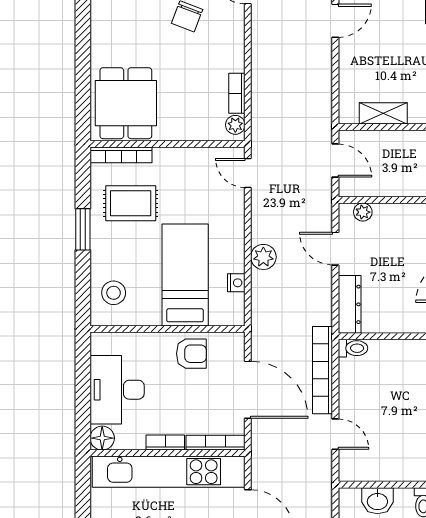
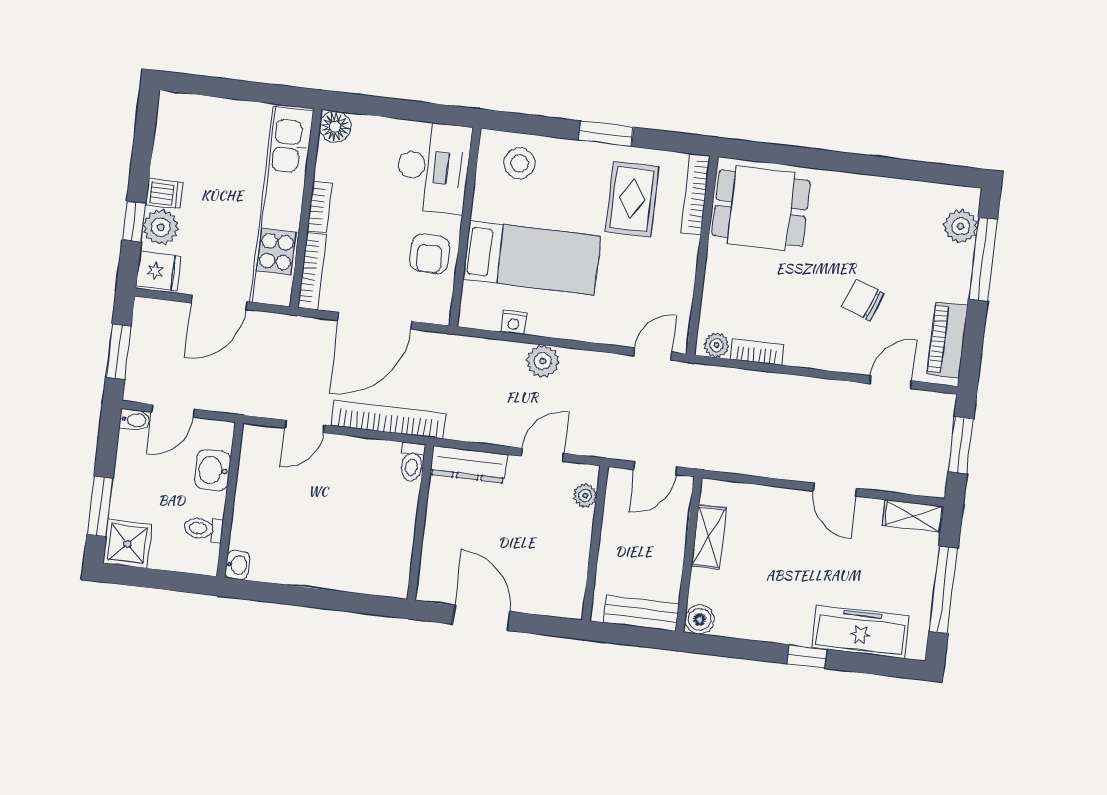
desk: (117, 390) -> (433, 167), moved, turned 90

